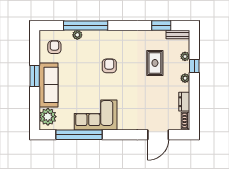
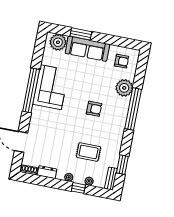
window: (86, 25) -> (133, 109), moved
plant: (77, 35) -> (124, 88), width x1.87, depth x1.87
window: (35, 76) -> (81, 34), moved
window: (79, 135) -> (31, 90), moved

